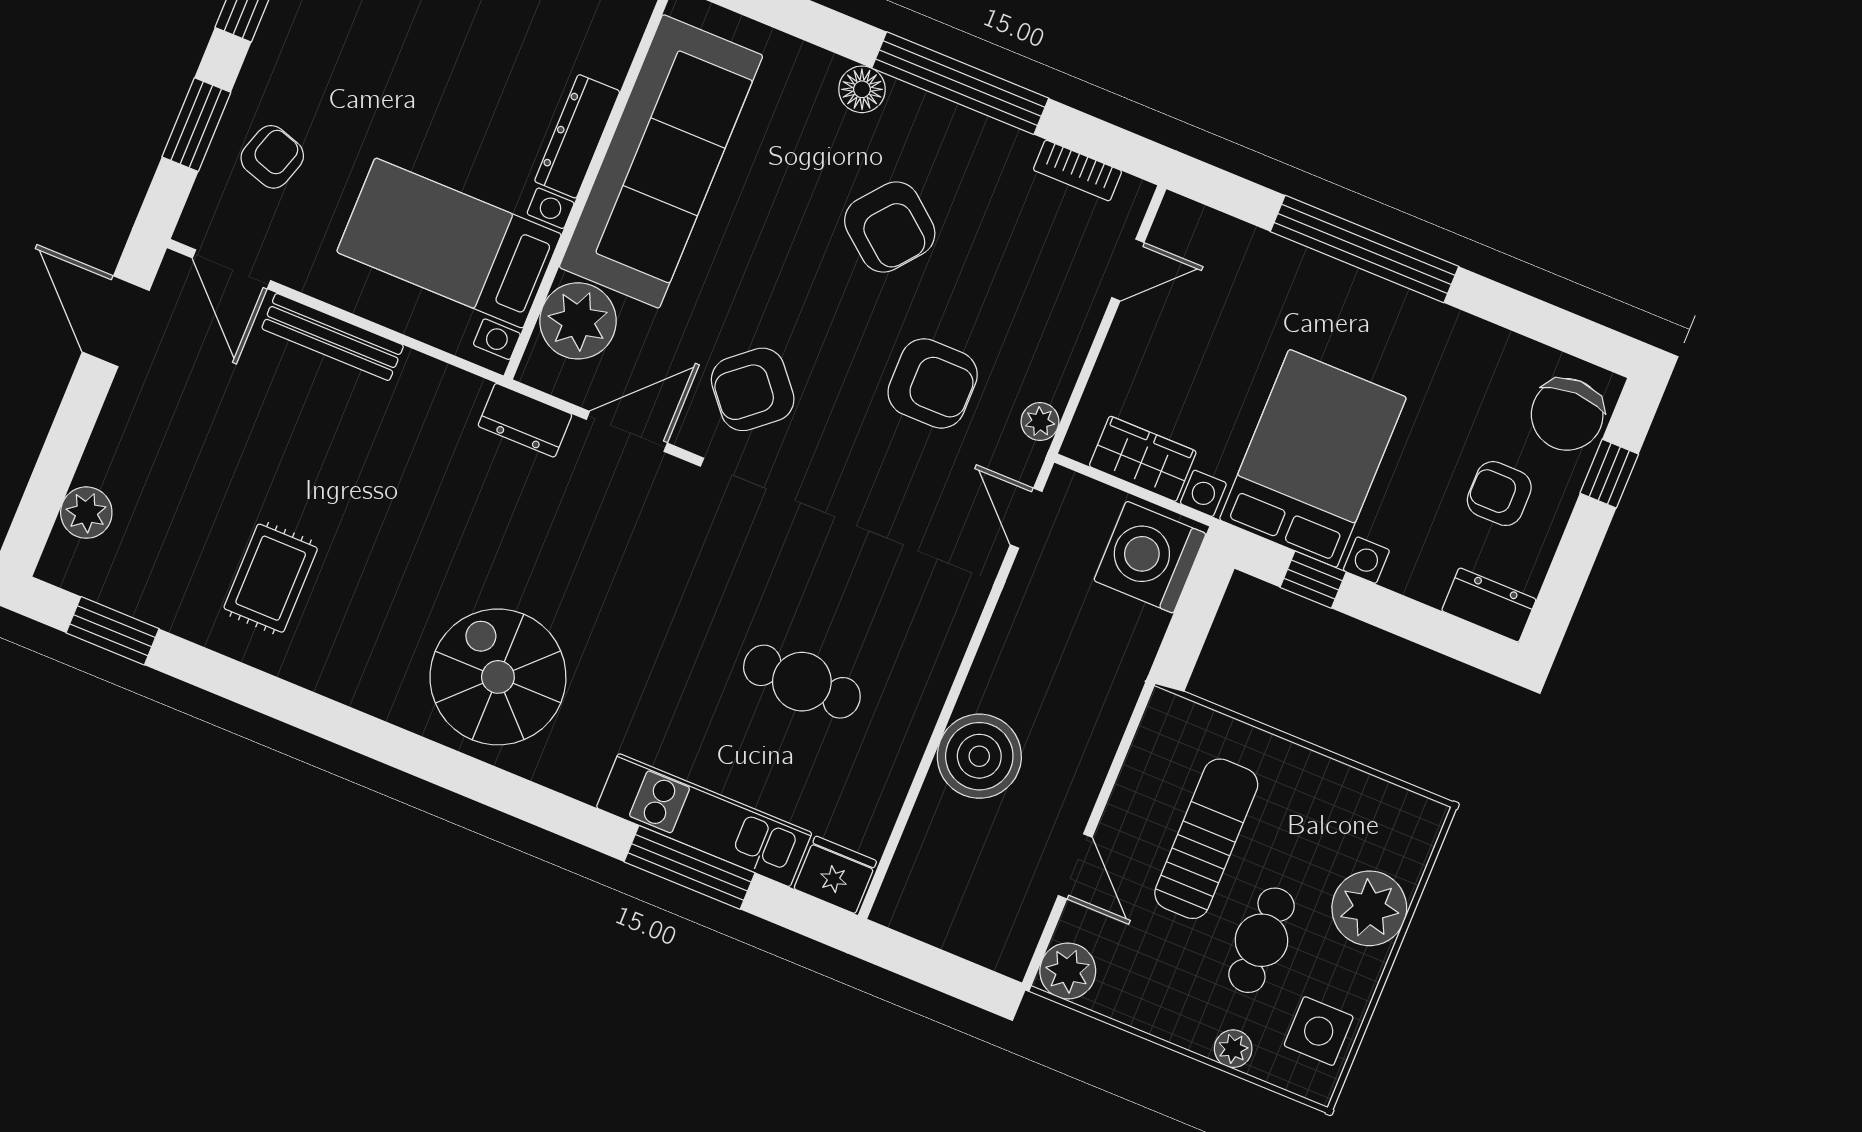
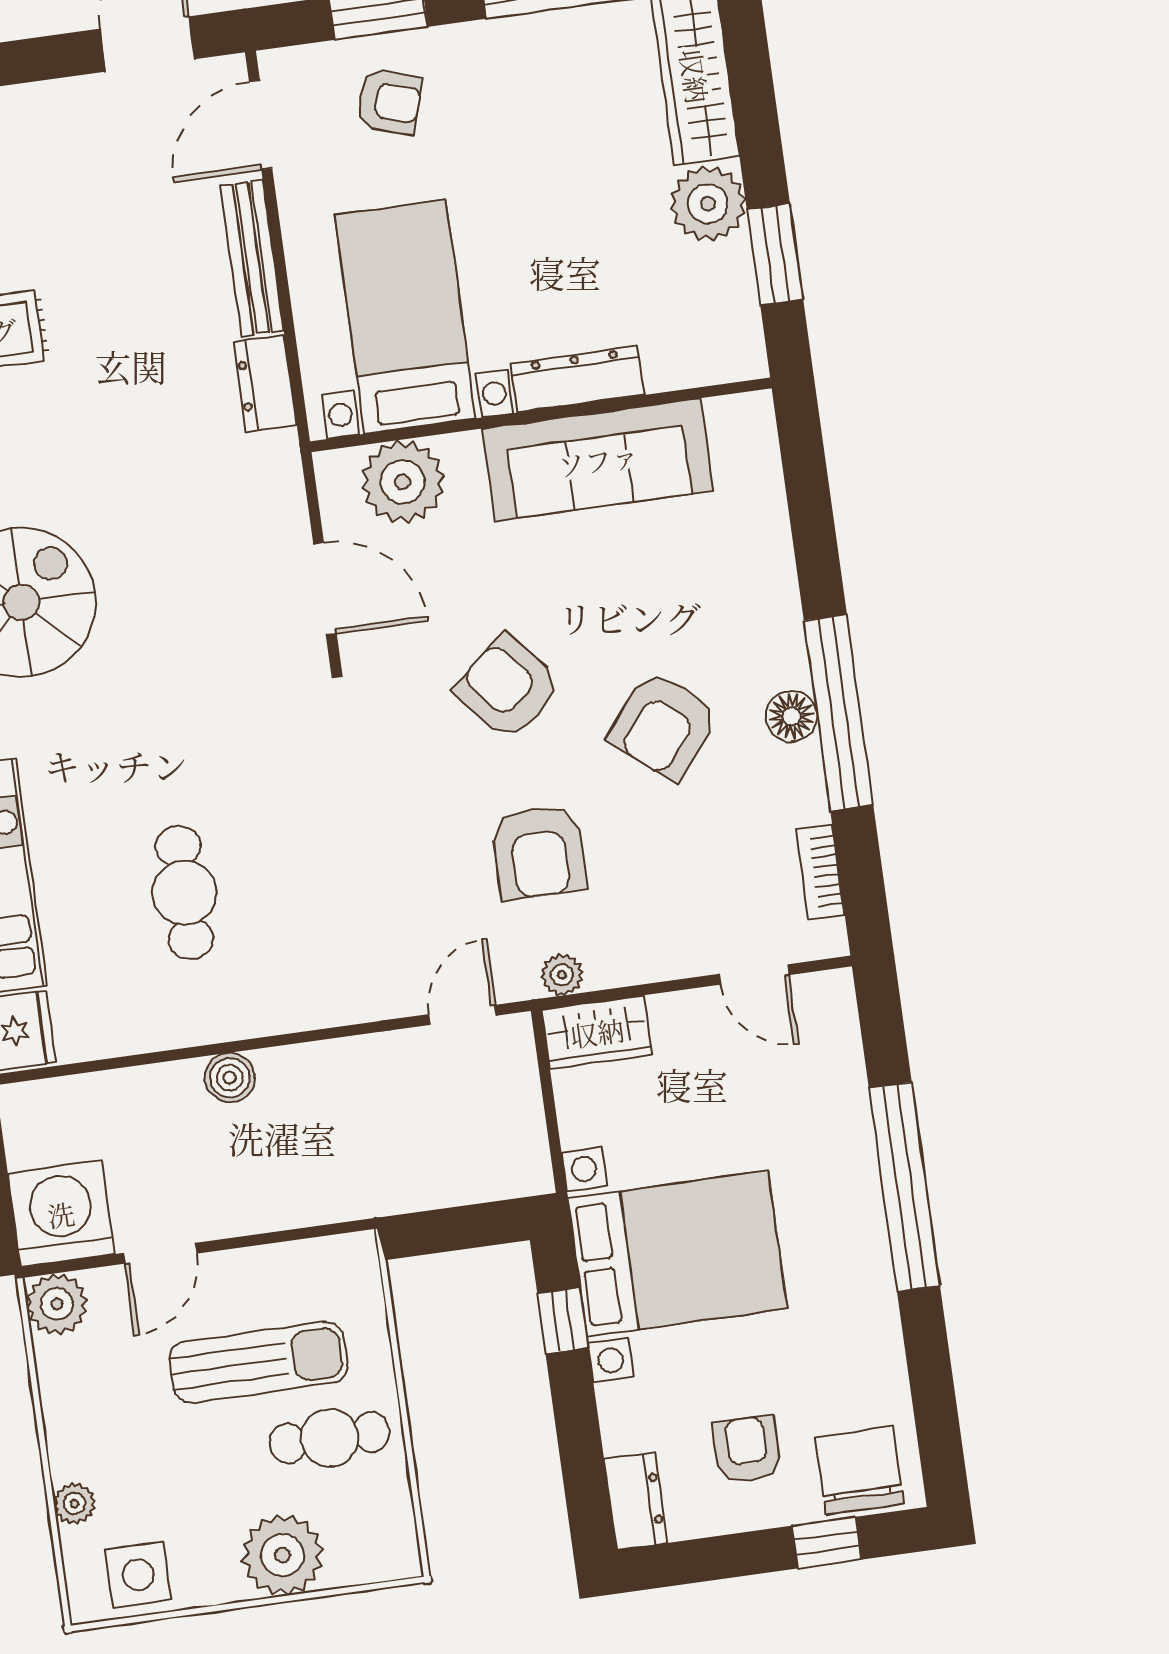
floor lamp: (862, 89) -> (792, 716), moved
sofa: (661, 161) -> (598, 460), width x0.74, depth x0.79
armchair: (753, 389) -> (508, 687), moved
chair: (1567, 414) -> (859, 1470), turned 90
dresser: (525, 420) -> (265, 383), moved
wardrobe: (1143, 459) -> (597, 1032), moved, turned 90
washing machine: (1150, 557) -> (61, 1214), moved
boiler: (979, 756) -> (230, 1078), width x0.54, depth x0.54
cafe table: (1261, 940) -> (329, 1438), moved

